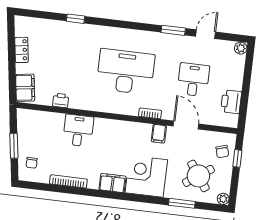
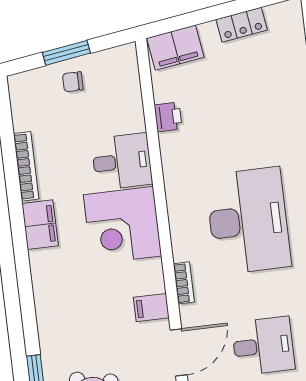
chair: (32, 163) -> (73, 82), moved
corner desk: (146, 176) -> (123, 225), moved, turned 180
filing cabinet: (112, 183) -> (40, 225), moved

